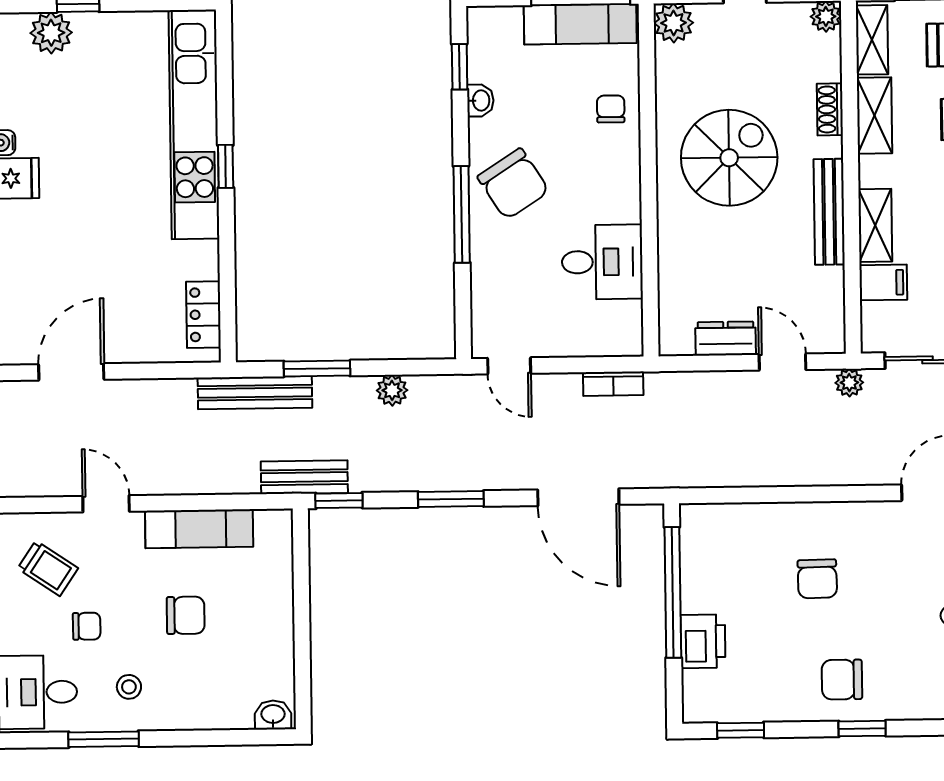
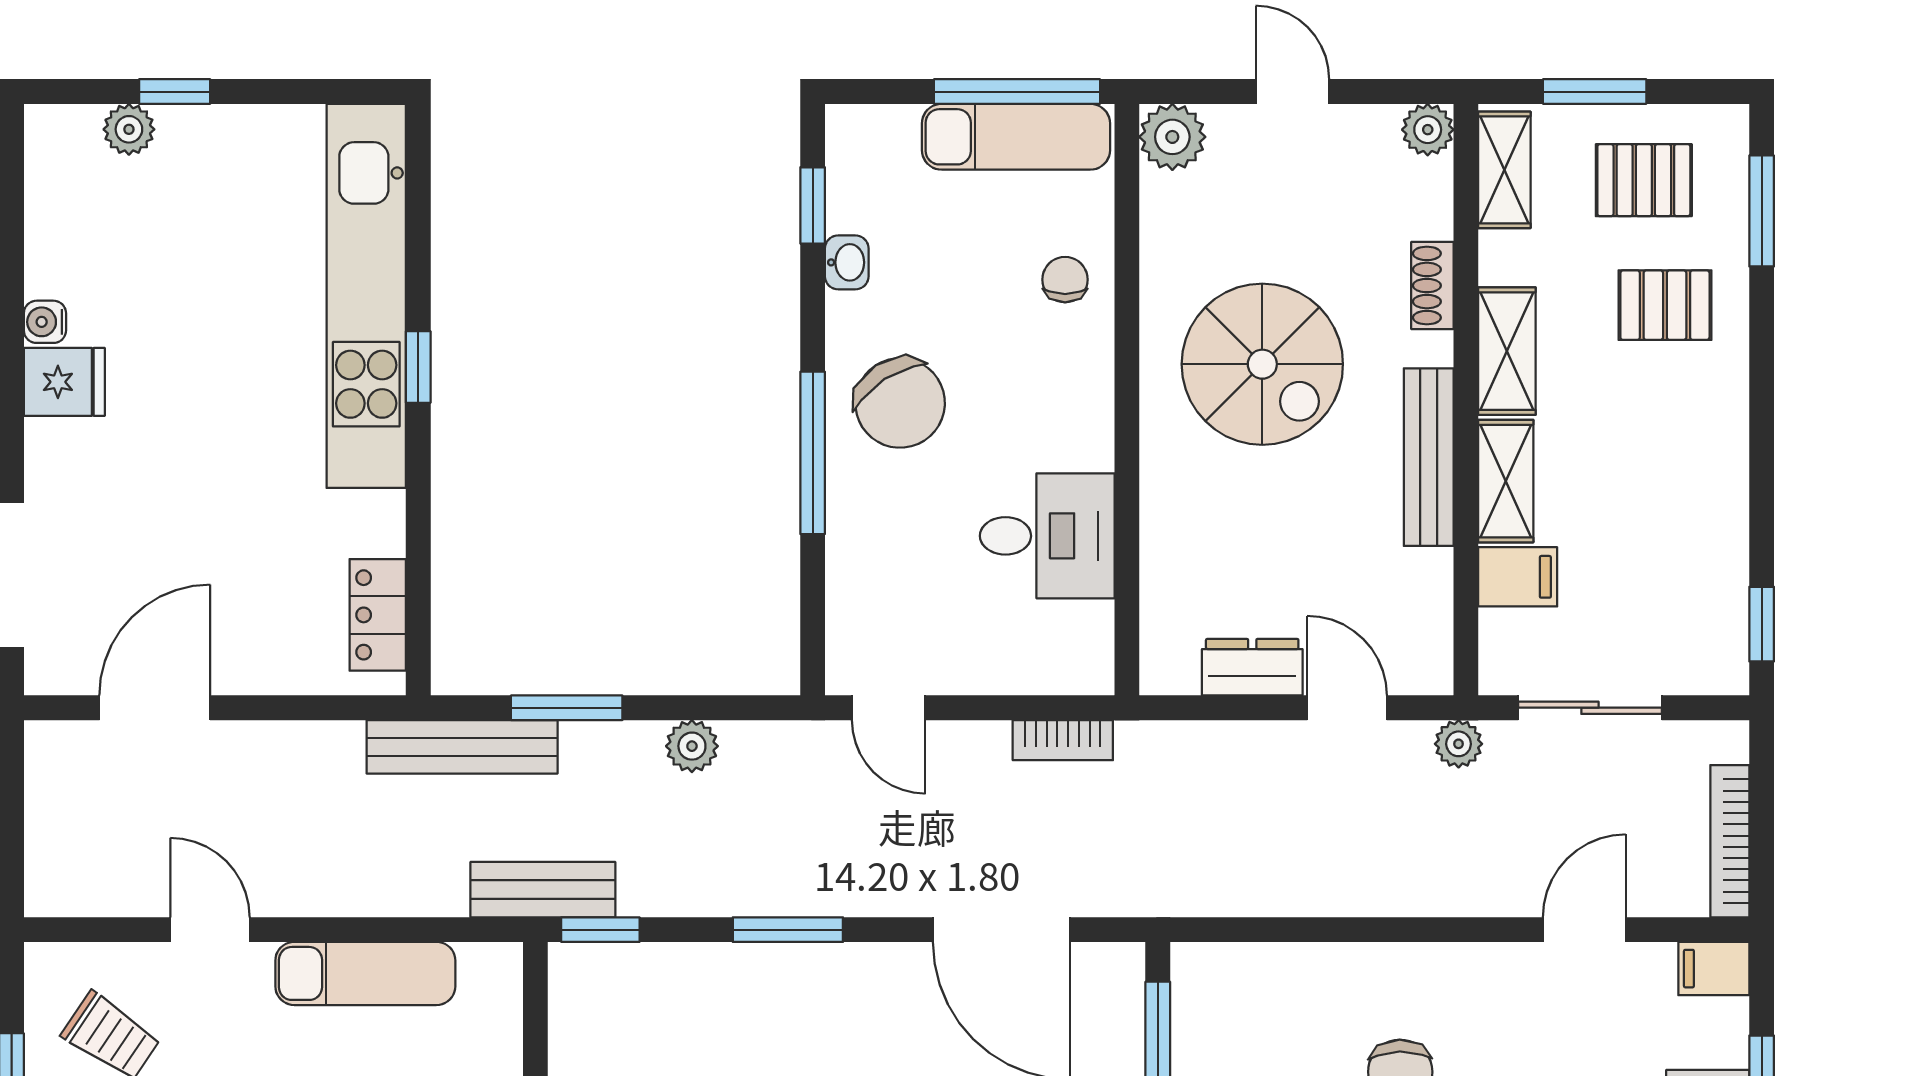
plant: (51, 33) -> (129, 129), width x0.73, depth x0.73
shelving: (874, 115) -> (1507, 351), moved
spiral stairs: (729, 158) -> (1262, 364), turned 90

